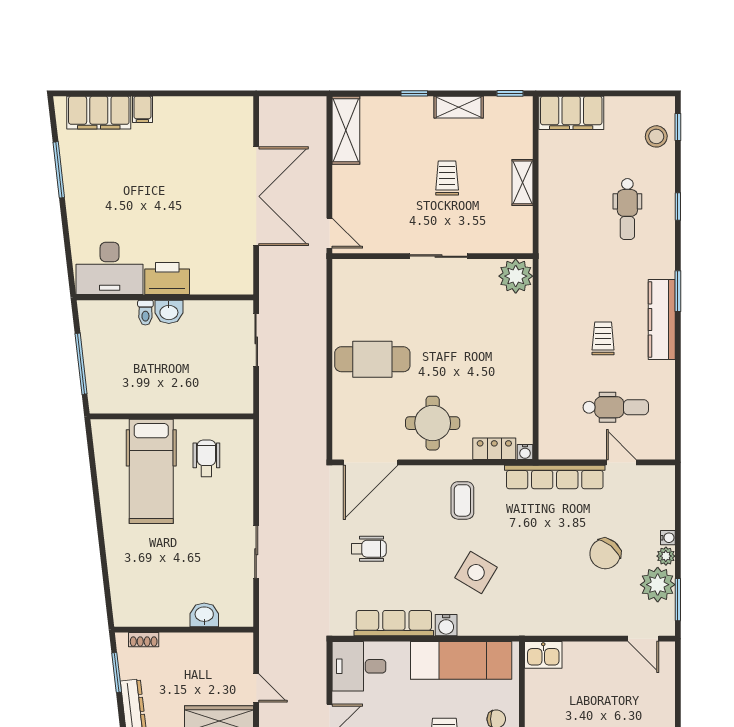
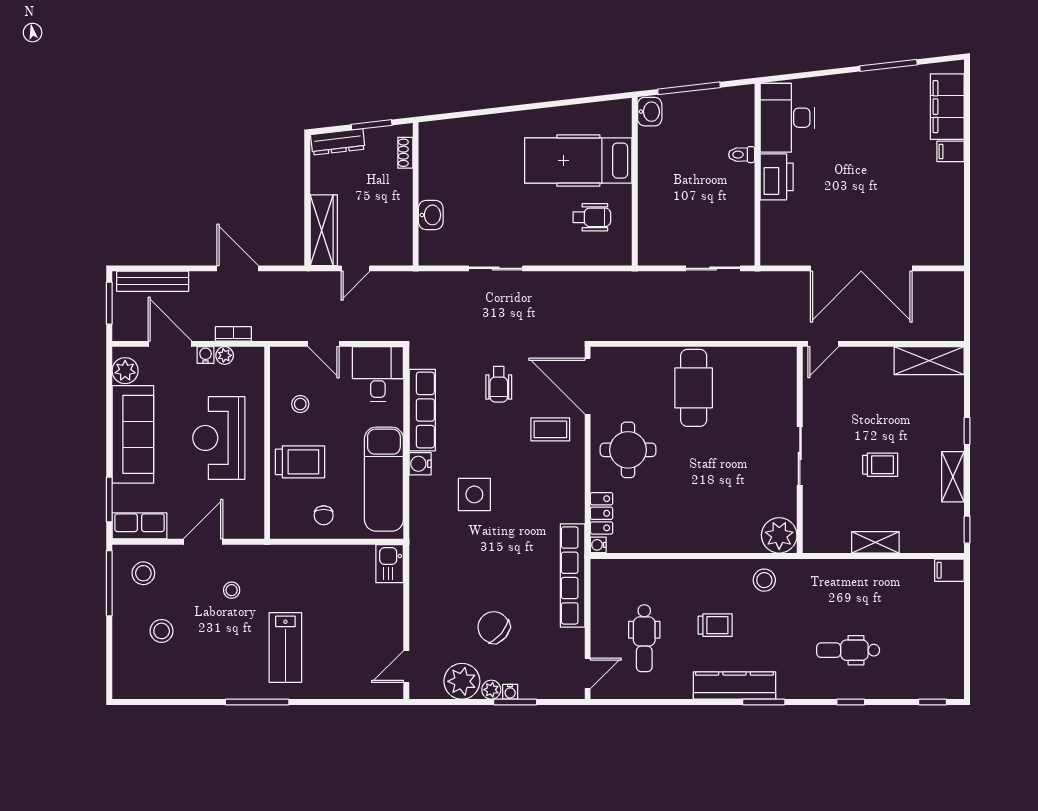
filing cabinet: (571, 113) -> (949, 570), width x0.33, depth x0.86
stool: (656, 136) -> (764, 580), moved
washbasin: (169, 312) -> (650, 112), moved, turned 180
door: (621, 462) -> (588, 673), moved
coffee table: (462, 500) -> (550, 429), moved
side table: (476, 572) -> (474, 494), turned -31
window: (678, 600) -> (515, 702), moved

